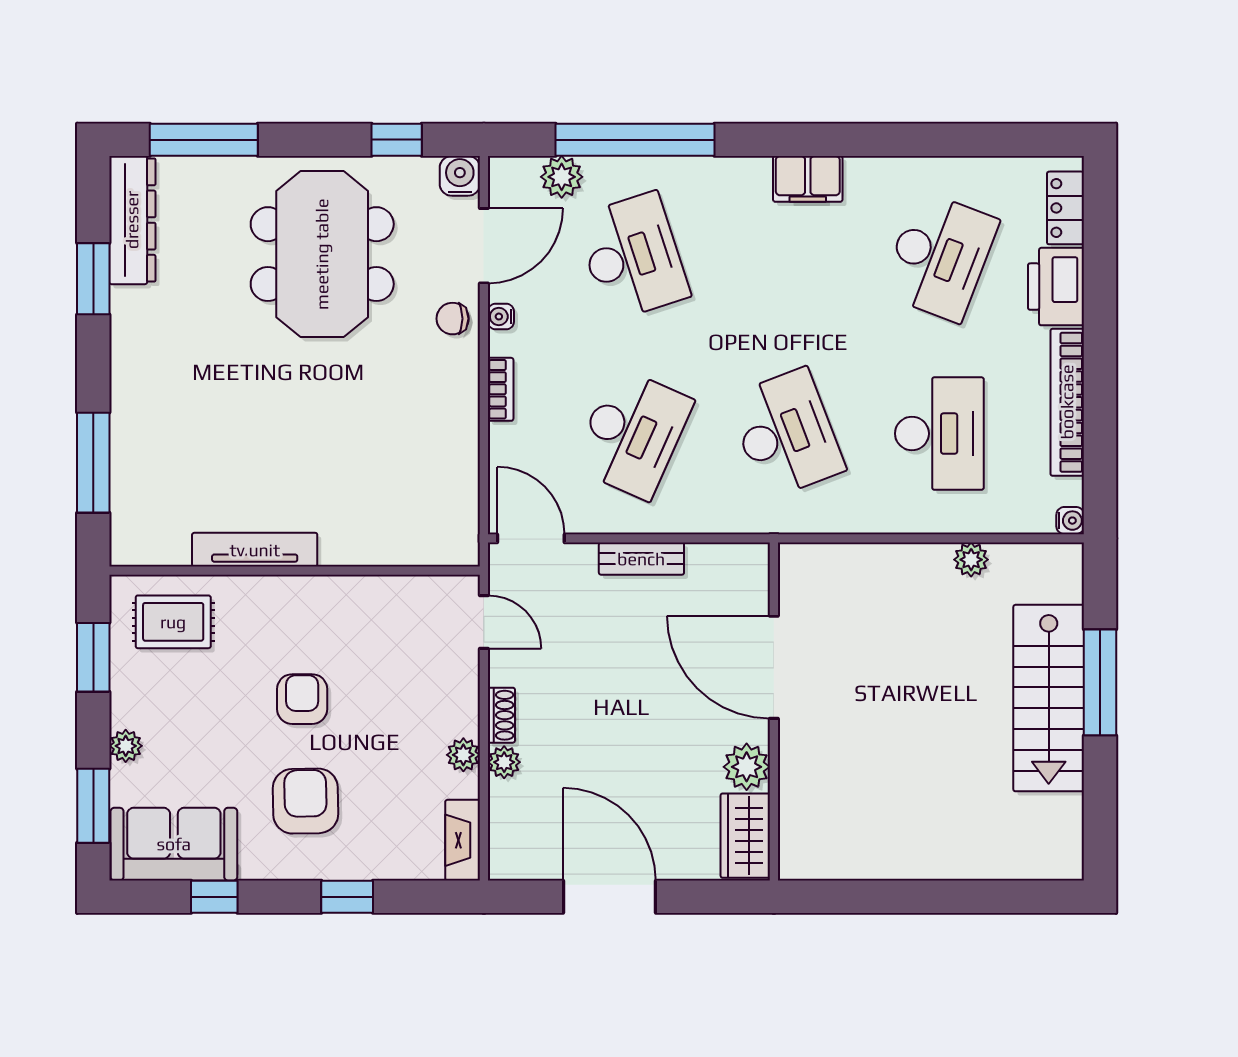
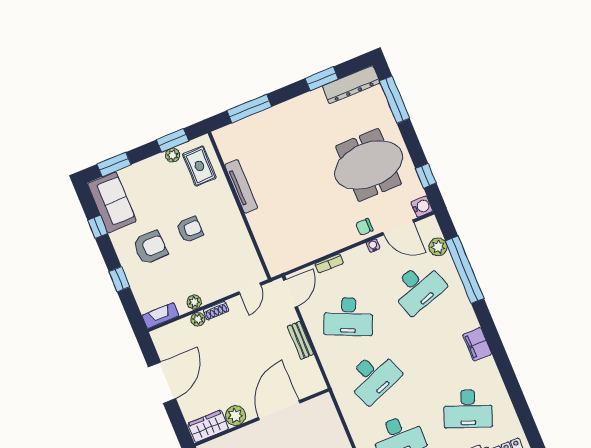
chair: (453, 319) -> (364, 227), turned -90
bookcase: (501, 389) -> (329, 264), moved
plant: (126, 746) -> (173, 155), moved

